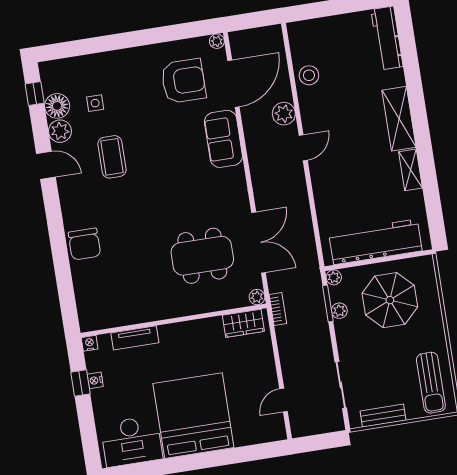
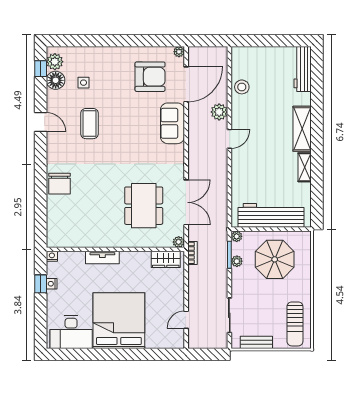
plant: (60, 131) -> (55, 62), moved
dining table: (202, 256) -> (144, 206), turned 90
tv unit: (135, 338) -> (102, 257), moved

